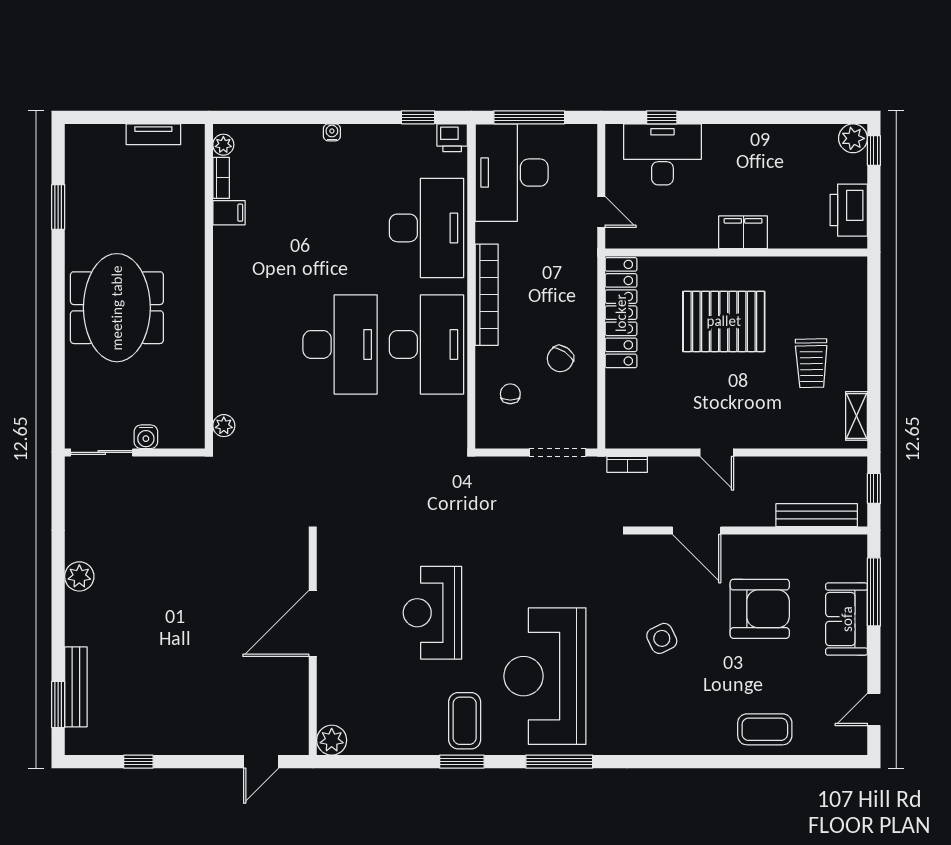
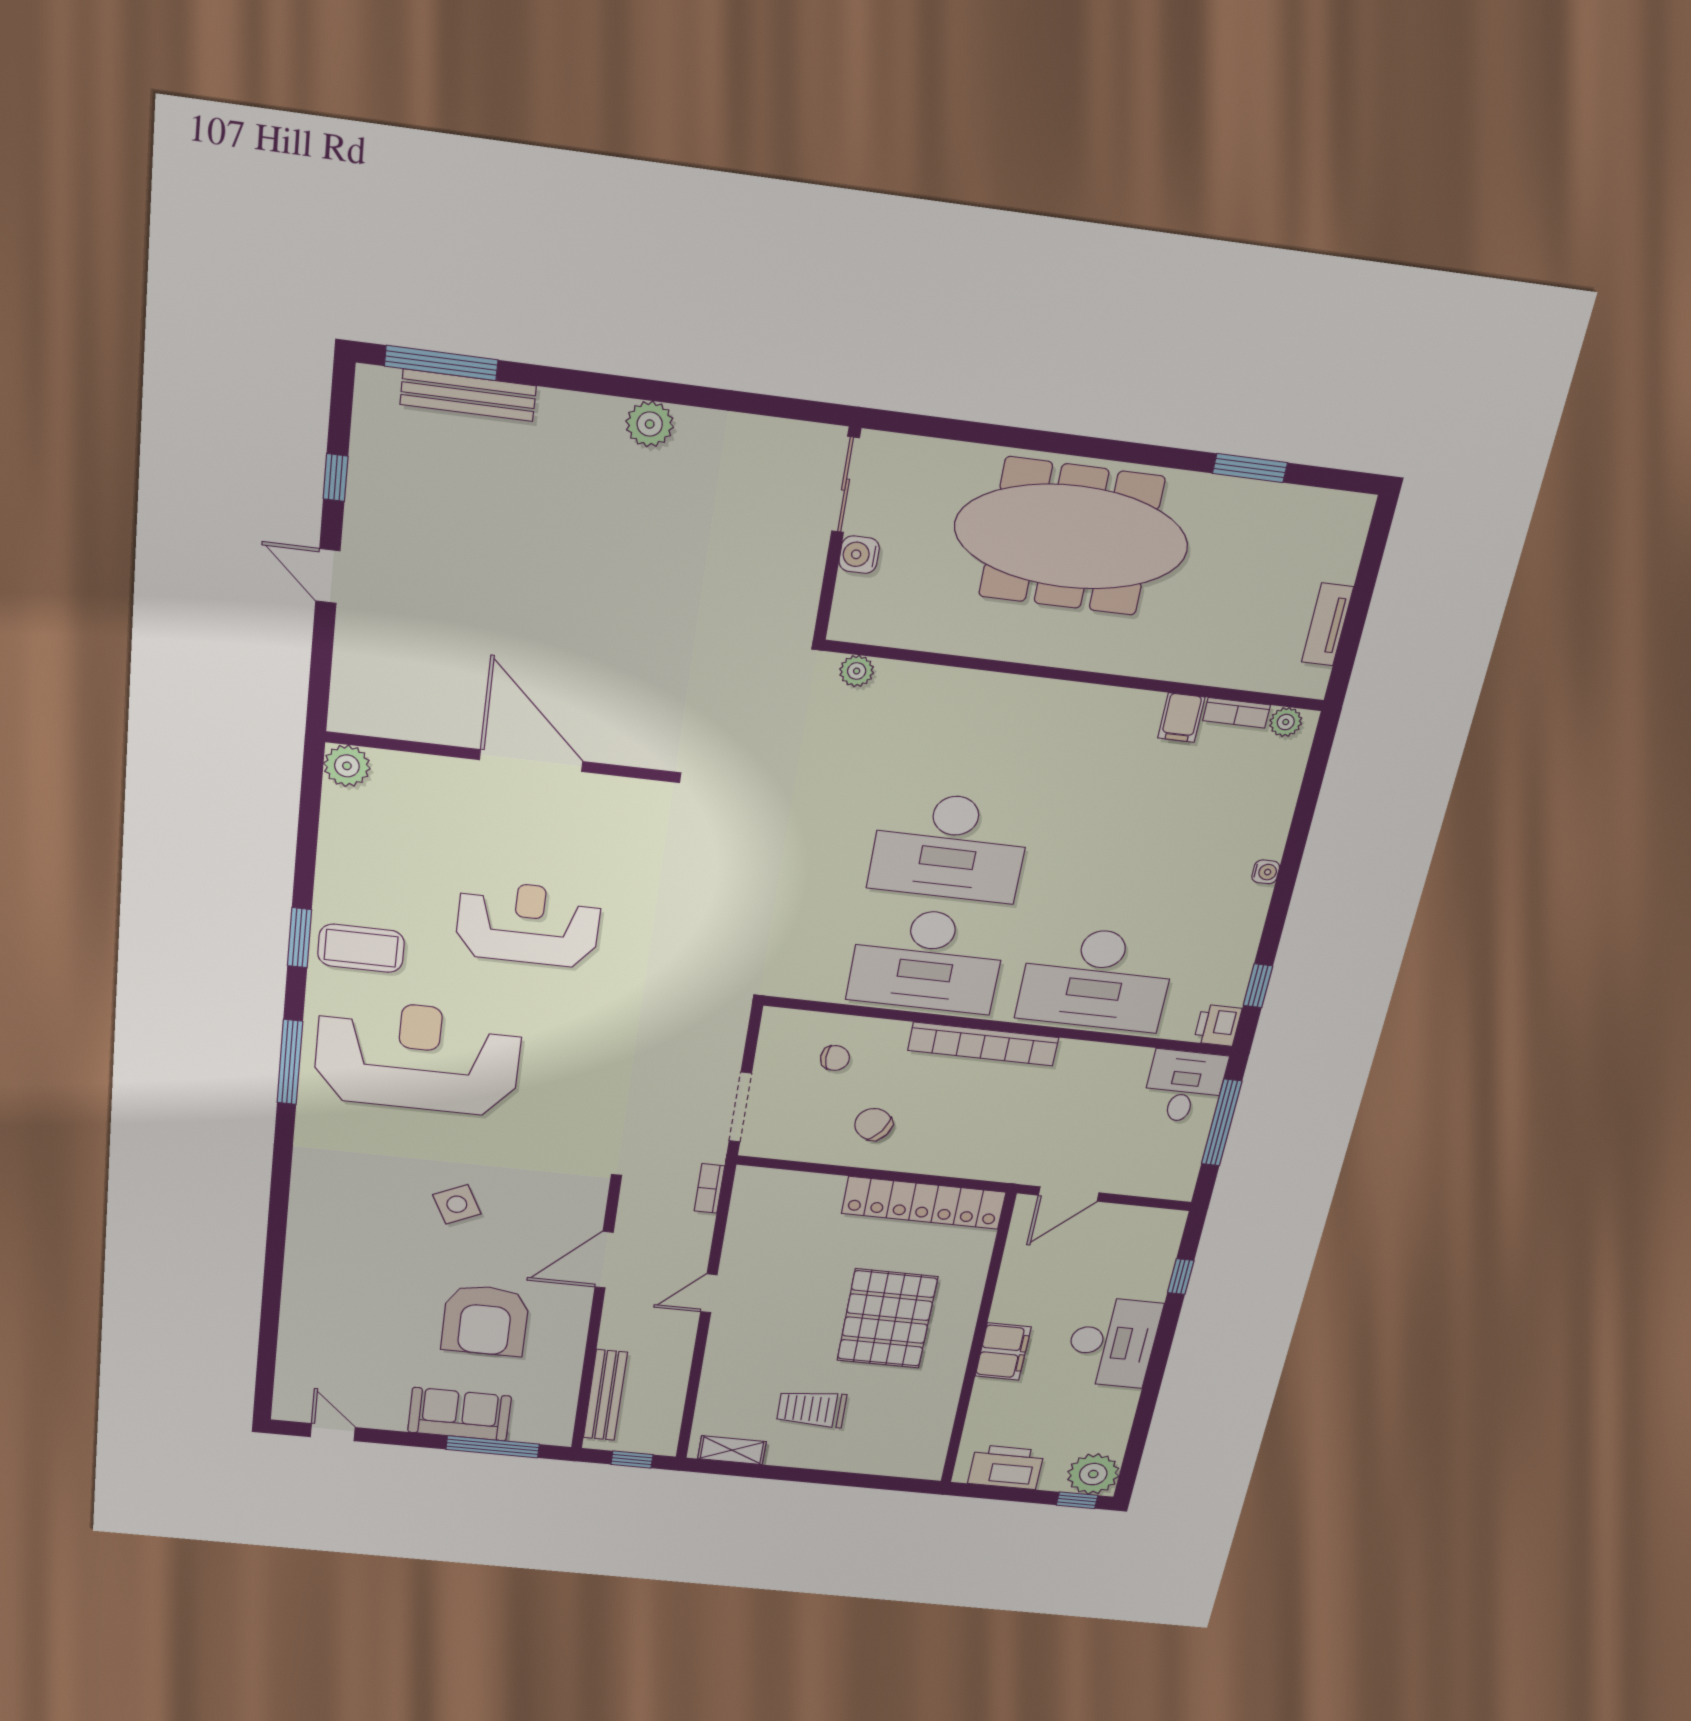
plant: (853, 138) -> (1093, 1474), width x1.36, depth x1.36
desk: (662, 154) -> (1112, 1342), moved
desk: (512, 173) -> (1184, 1086), width x0.53, depth x0.77
door: (601, 212) -> (1069, 1194), width x1.38
meeting table: (117, 308) -> (1071, 537), width x1.36
window: (58, 705) -> (441, 363), width x1.44
coffee table: (765, 729) -> (316, 1310), removed
door: (261, 762) -> (328, 576), moved

